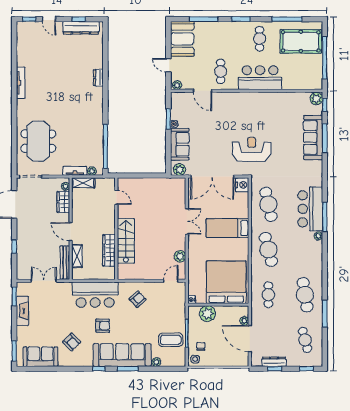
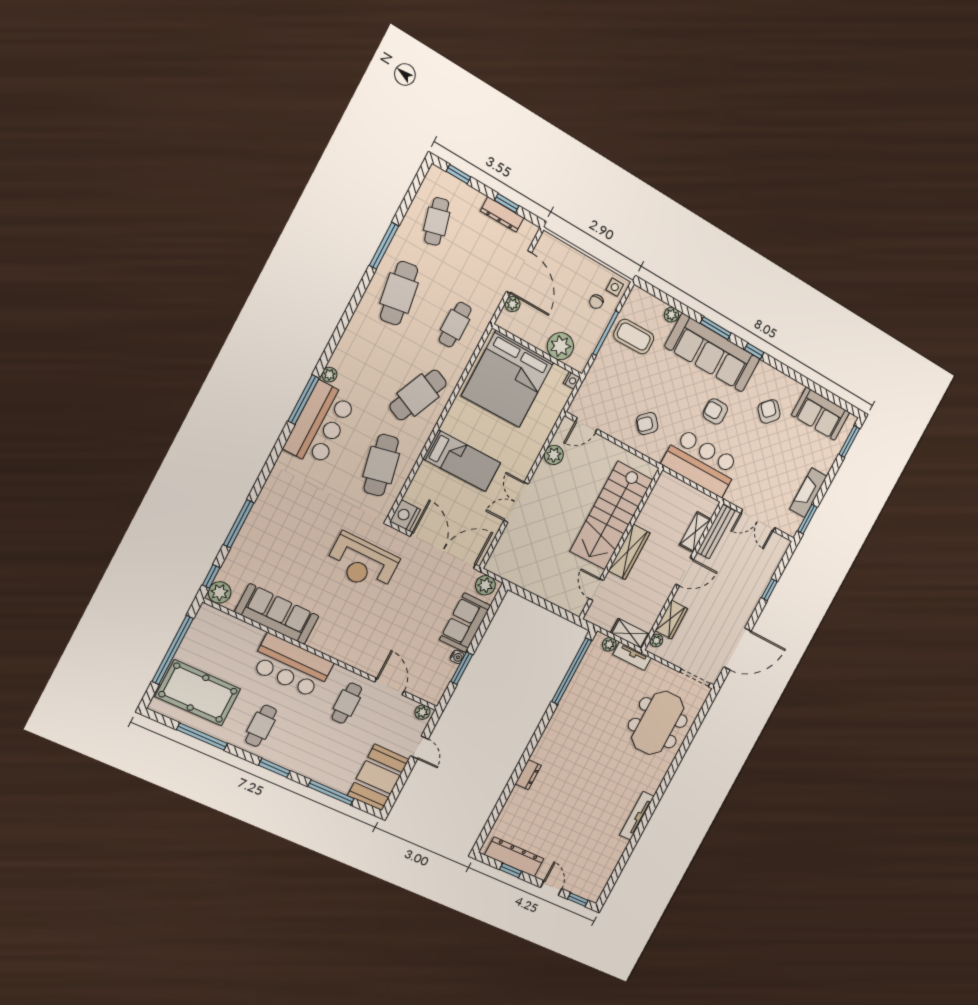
sofa: (313, 137) -> (277, 614), moved, turned -90
door: (71, 232) -> (685, 572), hinge flipped
stairs: (126, 241) -> (611, 516), width x1.36, depth x1.51
cafe table: (268, 249) -> (418, 395), turned 39
wardrobe: (109, 250) -> (629, 552), moved

